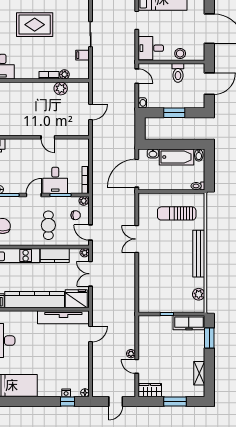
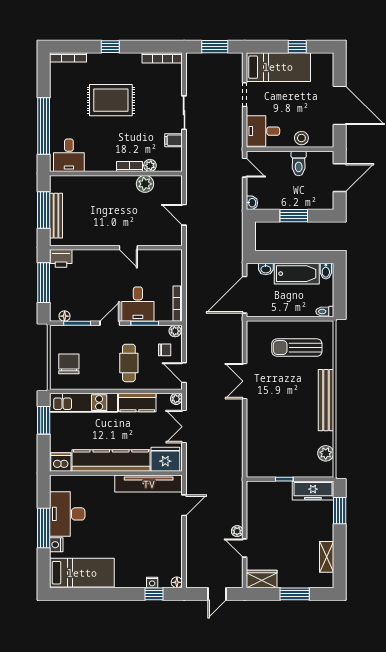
door: (90, 112) -> (184, 215), swing flipped

